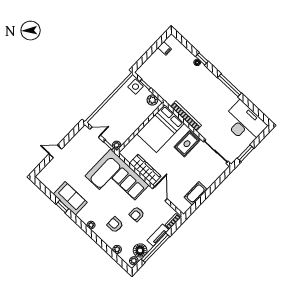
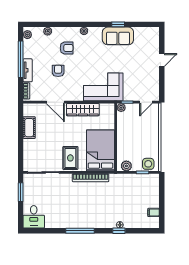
desk: (244, 123) -> (34, 217), width x0.53, depth x0.77
corner sofa: (117, 181) -> (103, 87), width x0.73, depth x0.74
floor lamp: (140, 250) -> (30, 47), removed

